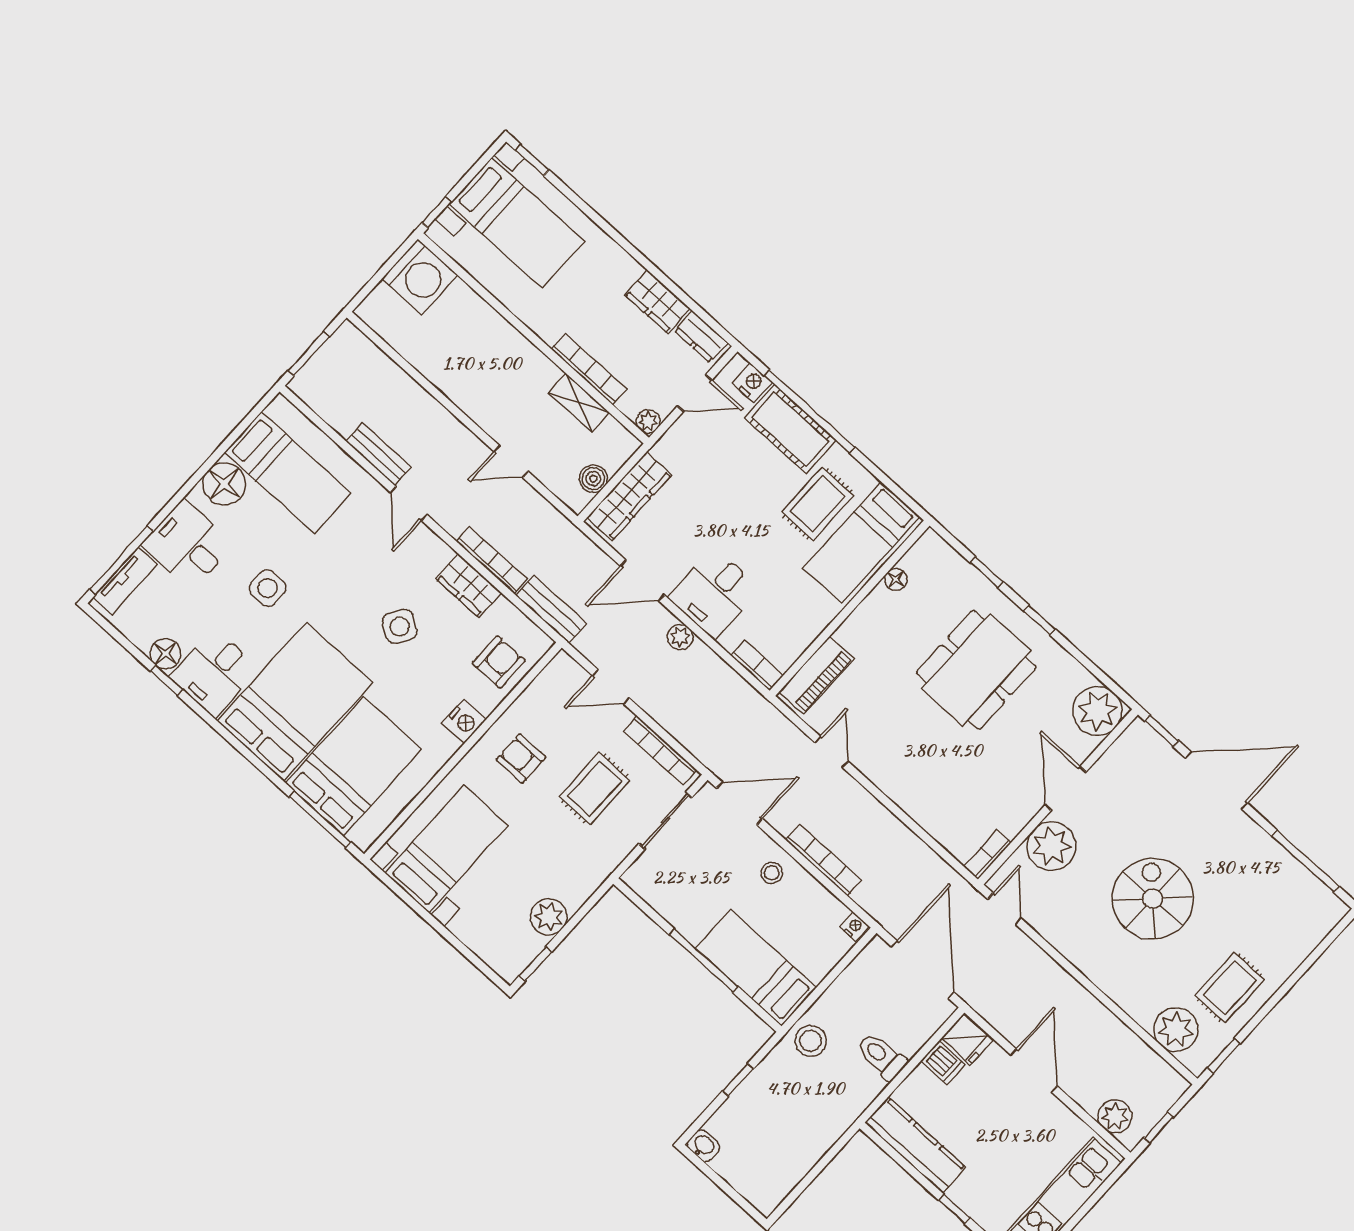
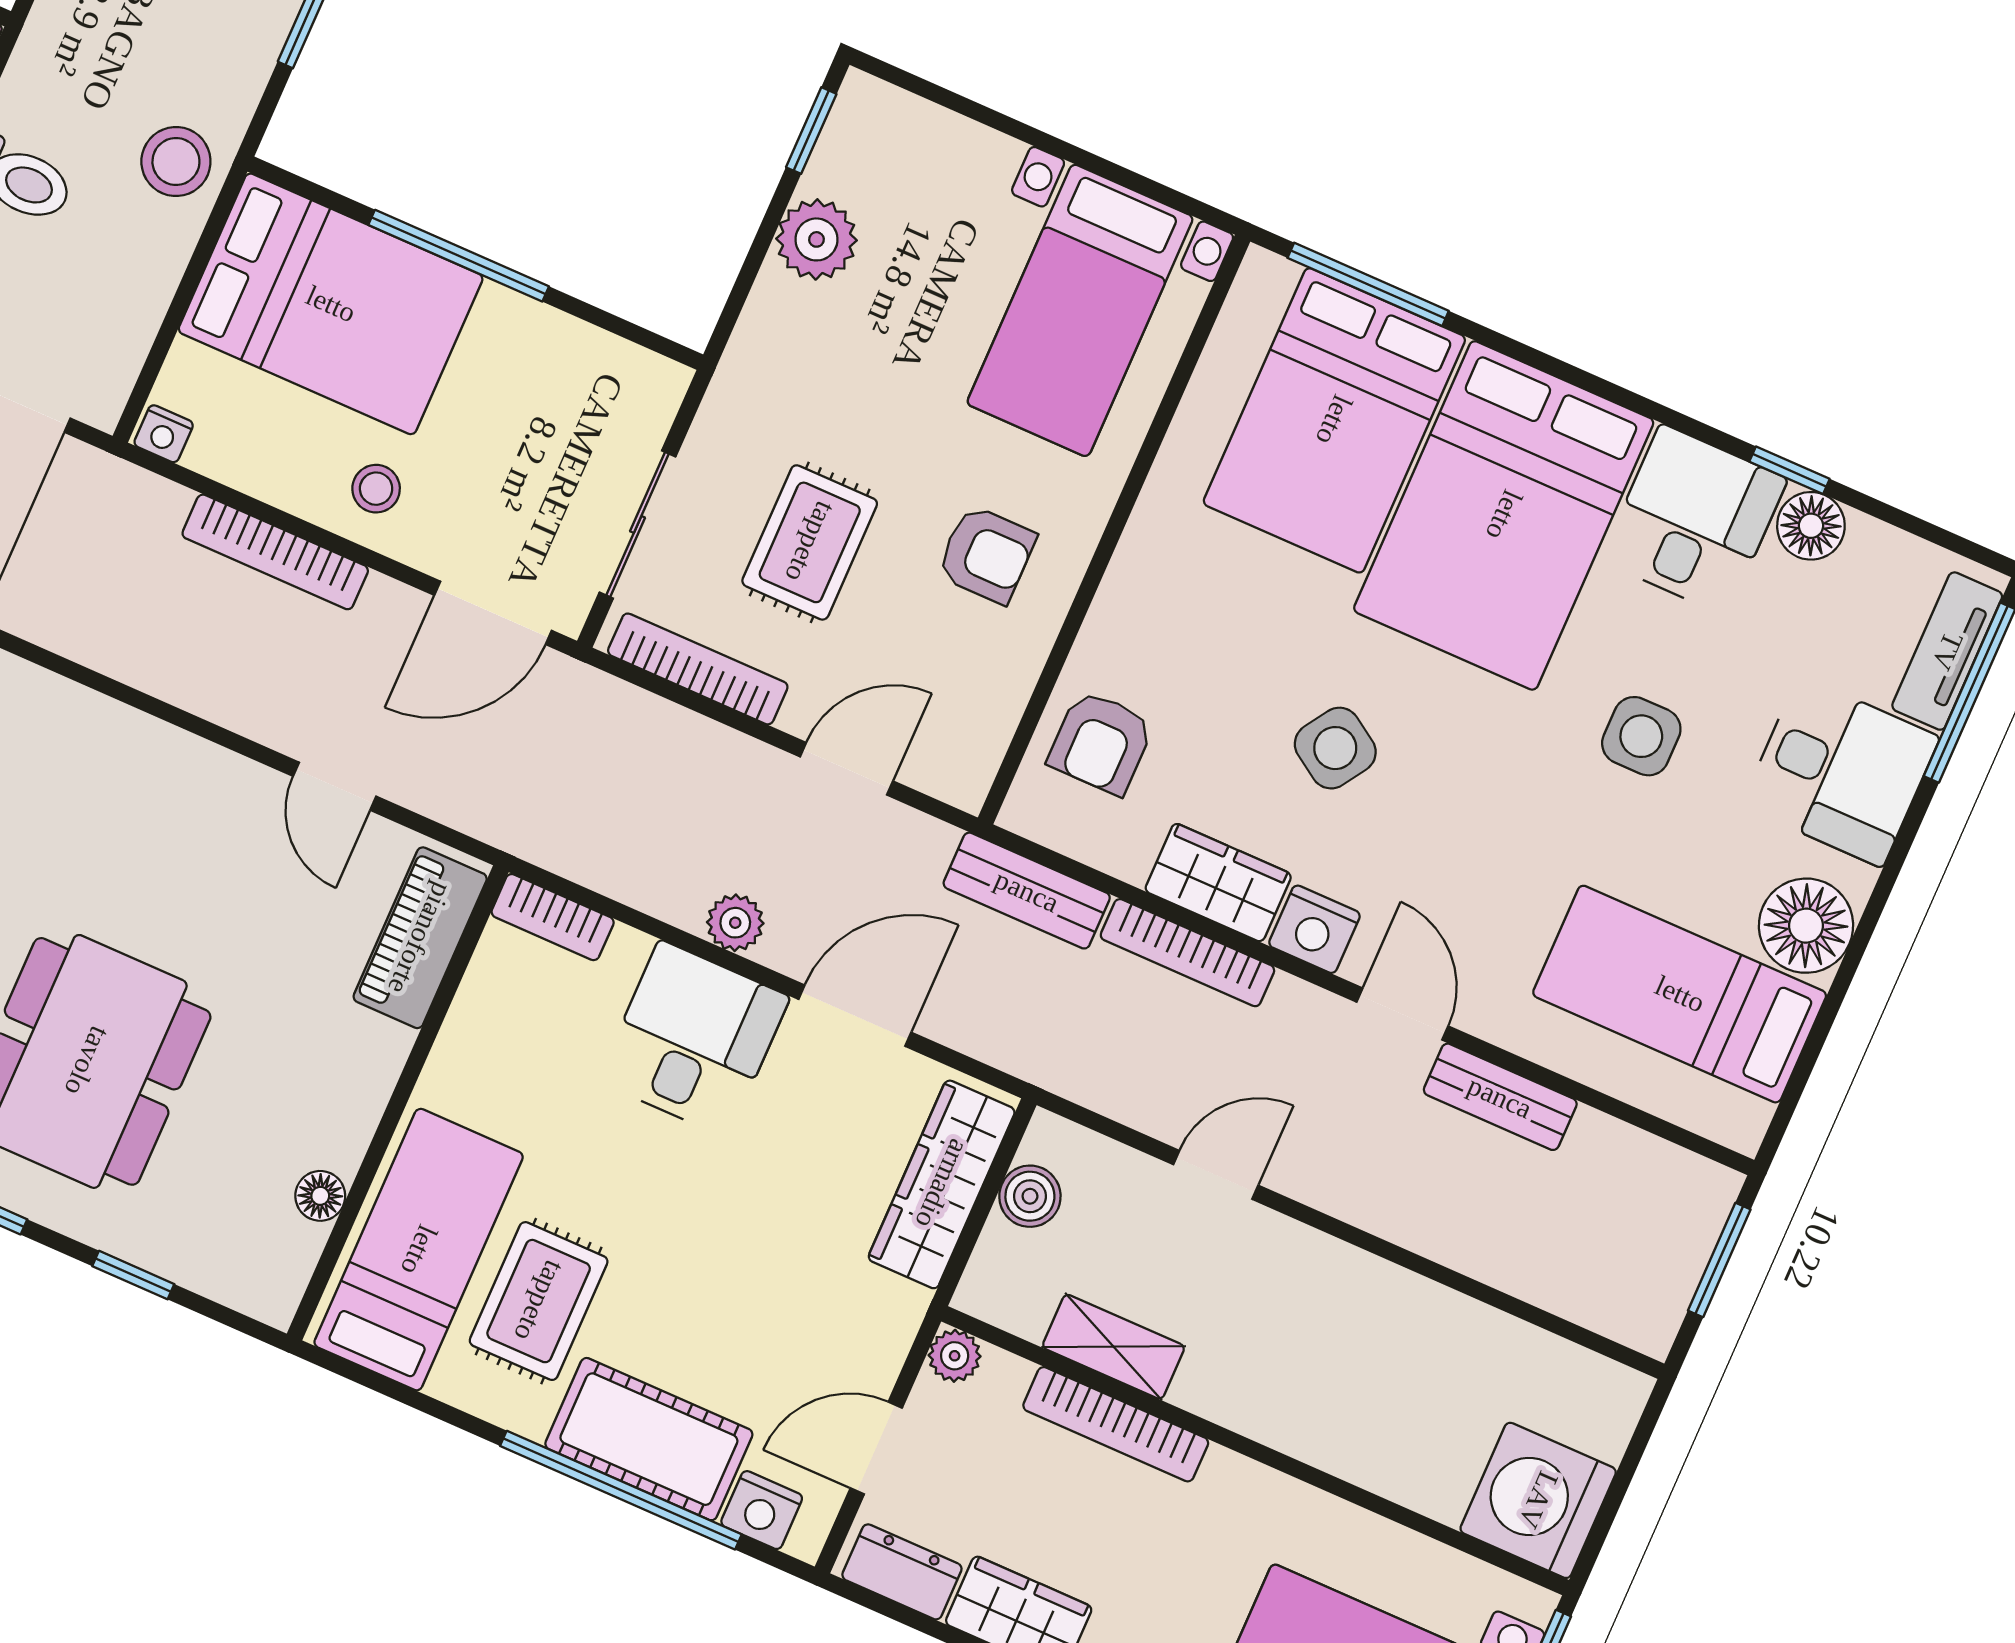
nightstand: (464, 721) -> (1314, 929), moved, turned -90
bed: (756, 968) -> (331, 304), width x1.50

